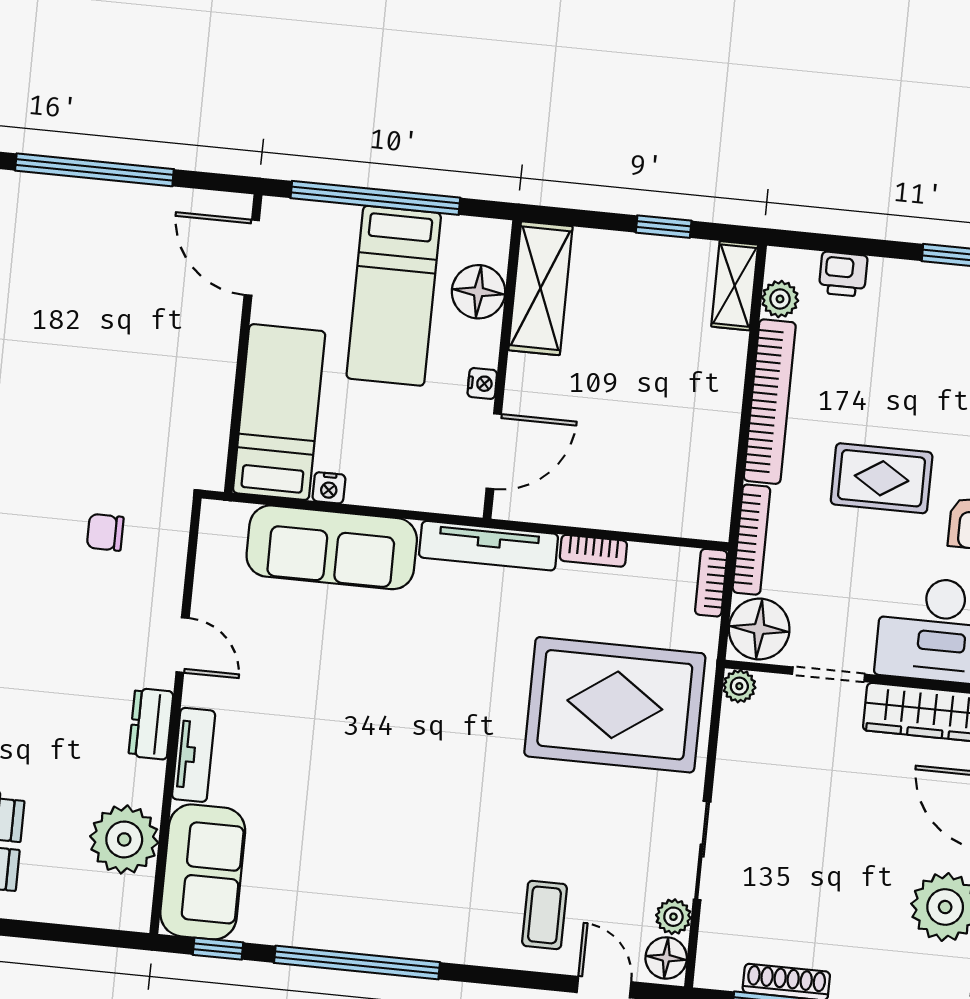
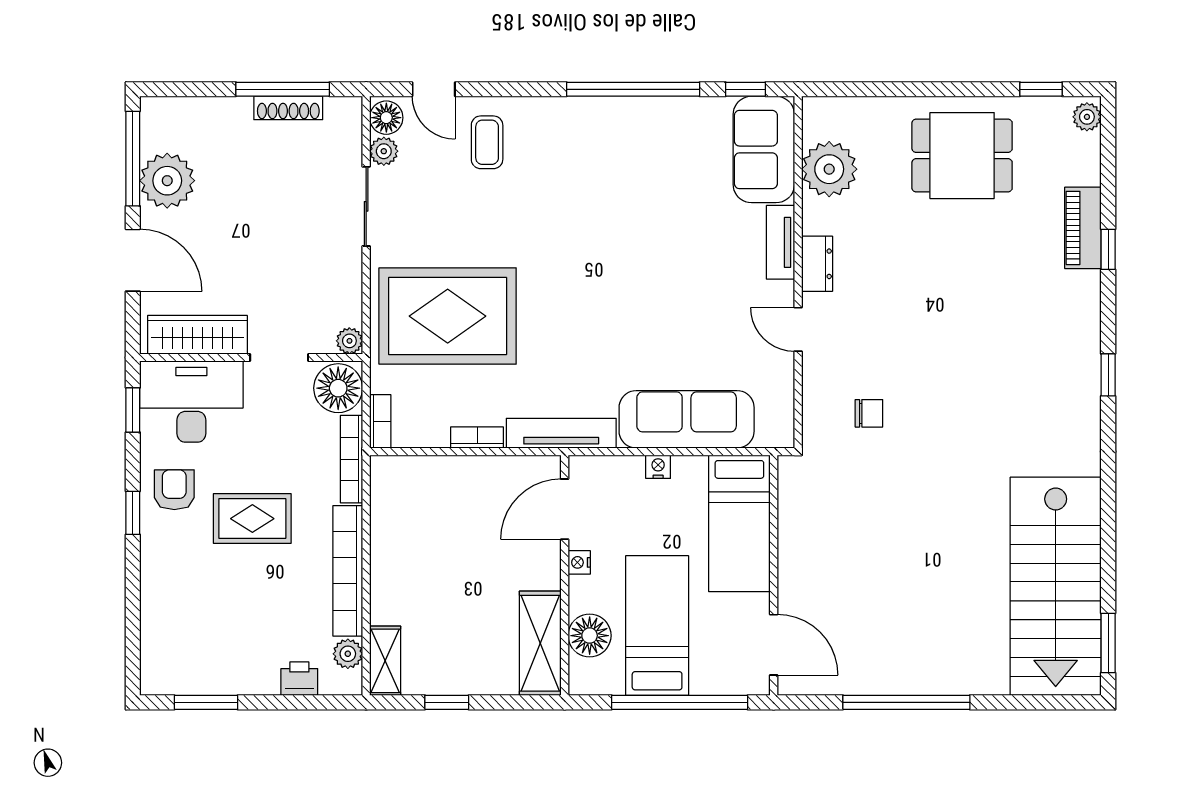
nightstand: (329, 488) -> (658, 467), moved

